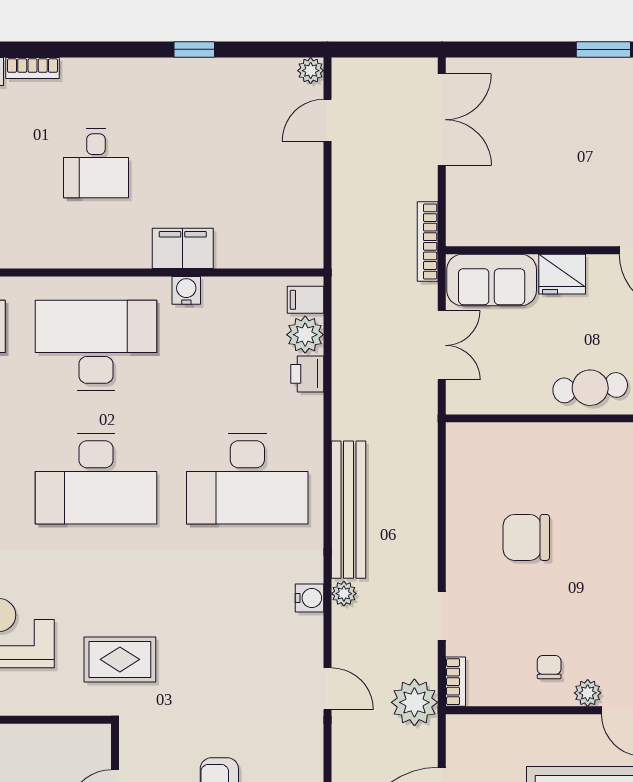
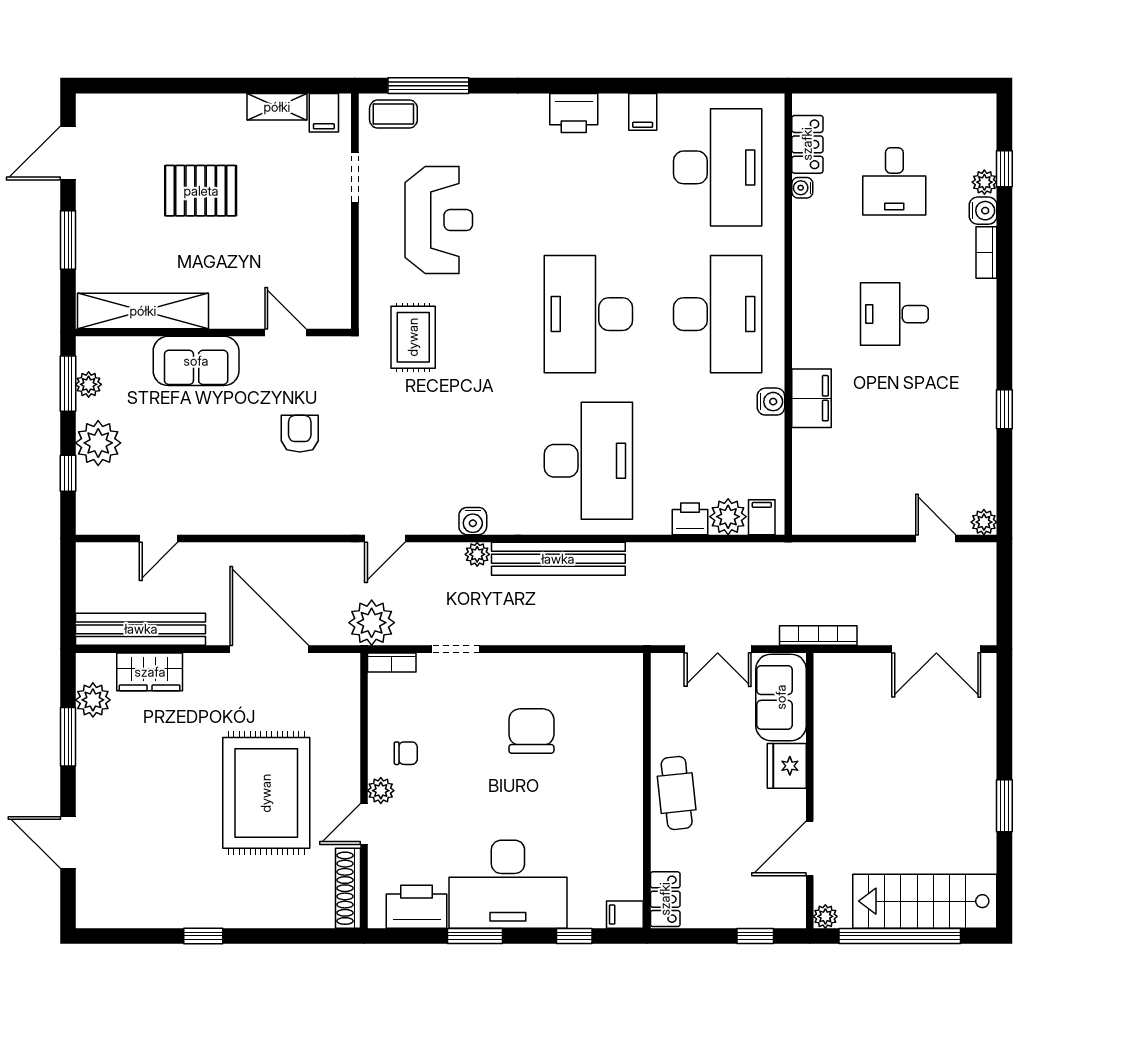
desk: (247, 479) -> (588, 461), turned 180

